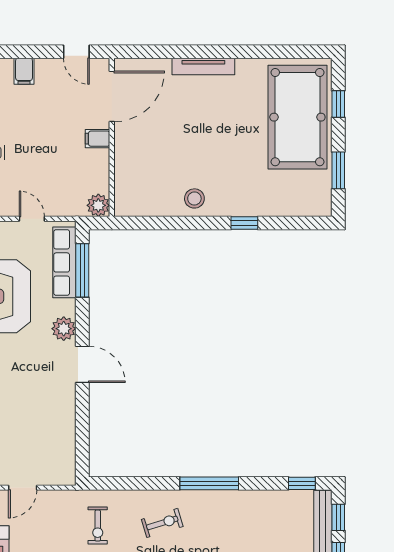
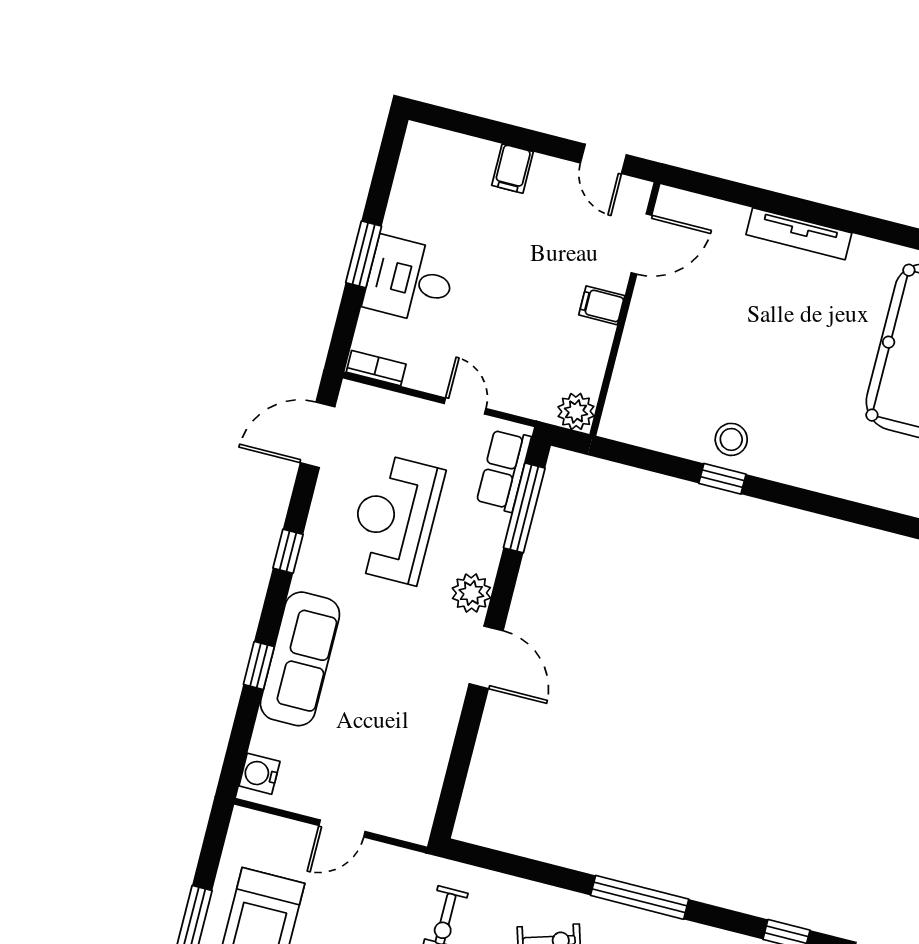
door: (112, 96) -> (642, 244), width x0.73
window: (244, 223) -> (722, 479), moved
row of seats: (64, 262) -> (504, 470), width x0.68

